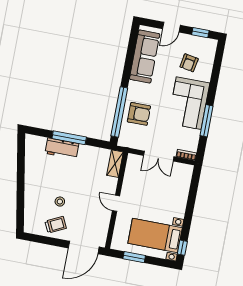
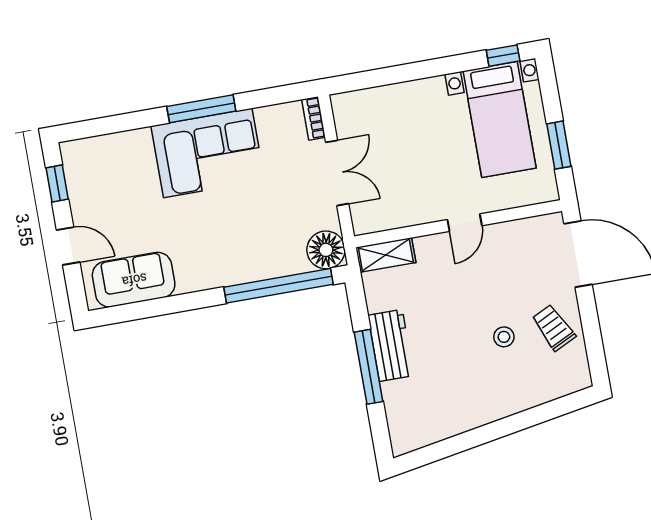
sofa: (145, 57) -> (134, 280), width x0.73
armchair: (189, 63) -> (126, 183), removed
armchair: (139, 114) -> (267, 245), removed
window: (207, 121) -> (201, 109), moved
floor lamp: (127, 139) -> (326, 250), added
workbench: (62, 148) -> (391, 345), moved

